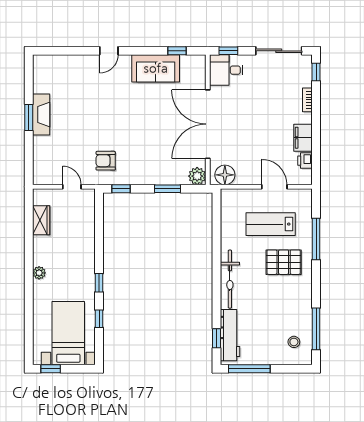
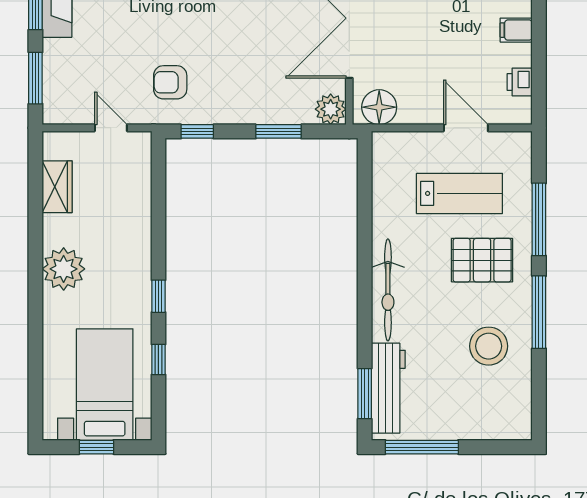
filing cabinet: (303, 138) -> (516, 30), width x0.50
window: (29, 158) -> (35, 78), added
lab bench: (271, 224) -> (459, 193), turned 180
plant: (39, 273) -> (64, 269), width x1.88, depth x1.88
window: (316, 329) -> (539, 312), moved
window: (217, 338) -> (365, 394), width x1.50
stool: (294, 342) -> (489, 346), moved, width x1.89, depth x1.89
window: (51, 369) -> (96, 447), moved

